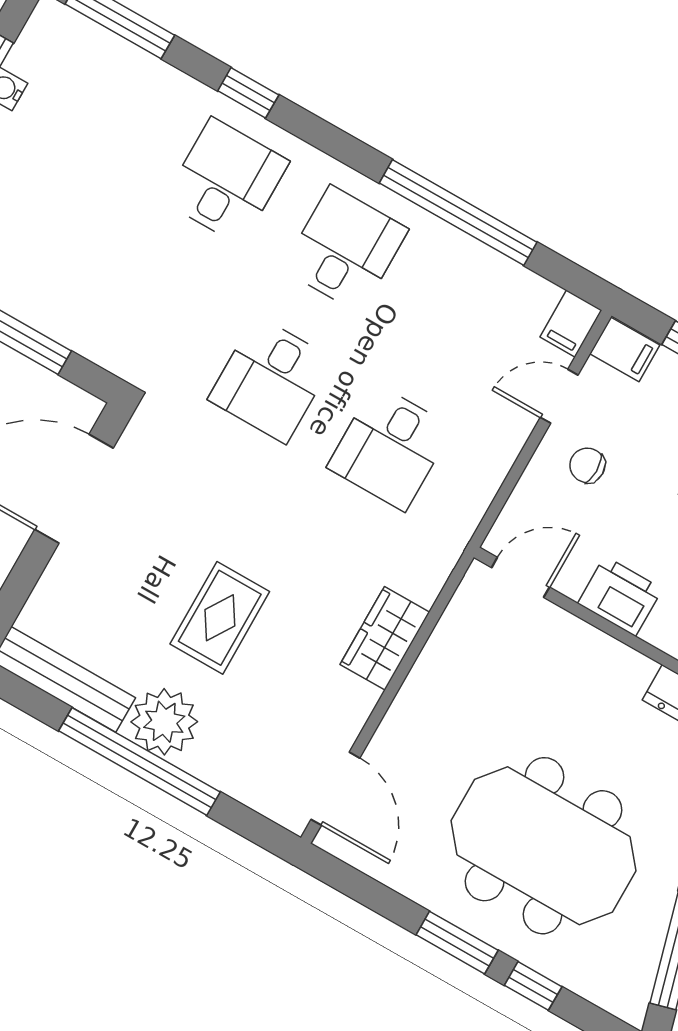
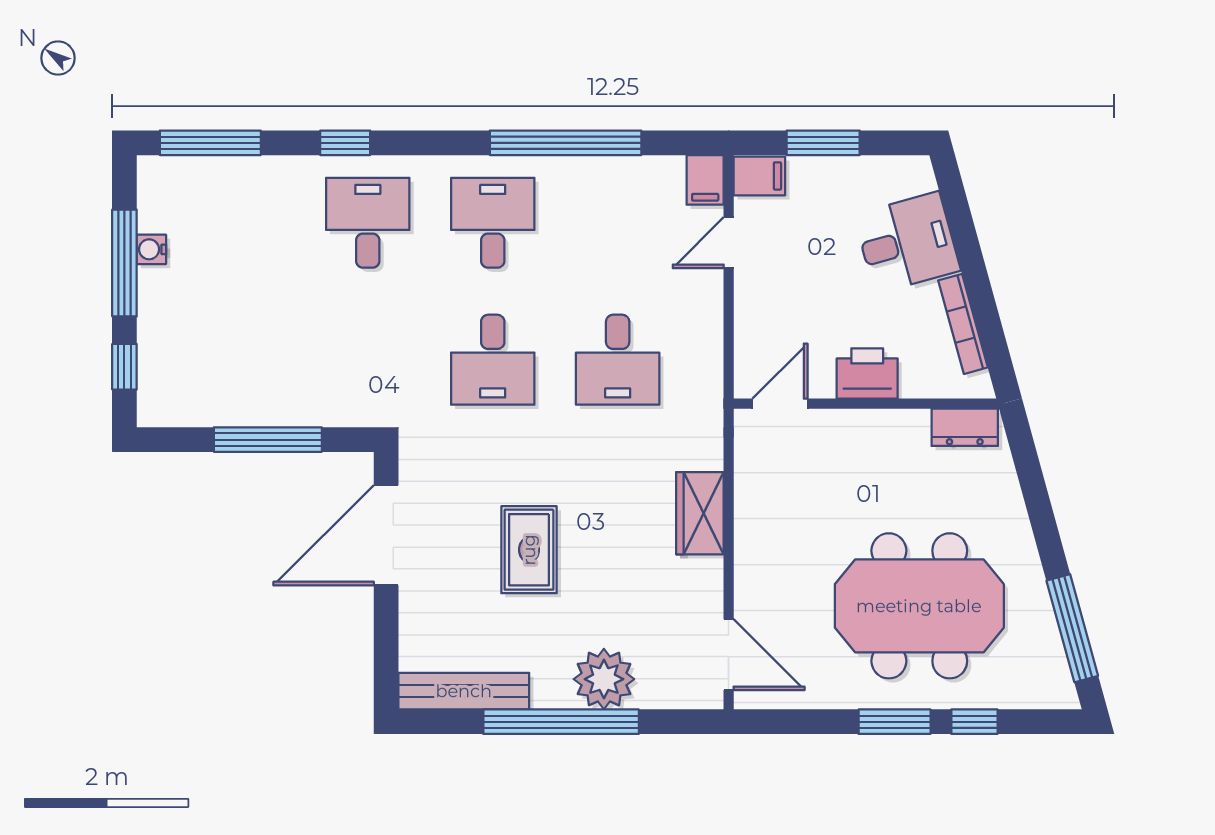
chair: (587, 465) -> (782, 285), removed
rug: (220, 618) -> (529, 550), moved
plant: (164, 722) -> (604, 679), moved

